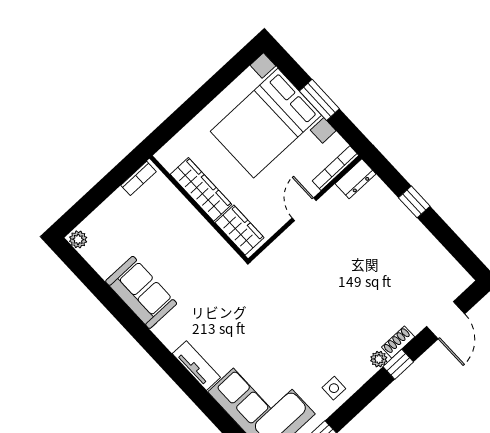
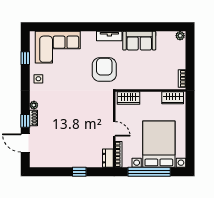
window: (319, 100) -> (149, 172), width x2.11
wardrobe: (201, 189) -> (173, 98), moved, width x0.67
armchair: (231, 304) -> (104, 70), added
window: (398, 364) -> (25, 121), moved
tv unit: (196, 366) -> (109, 36), moved

